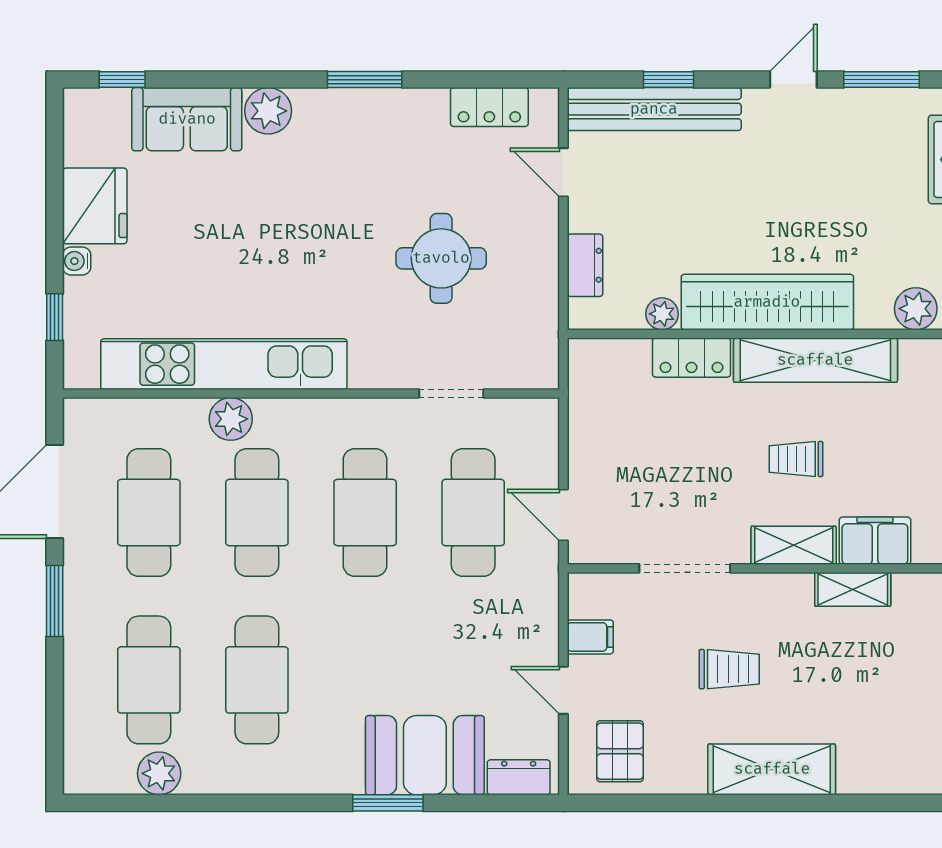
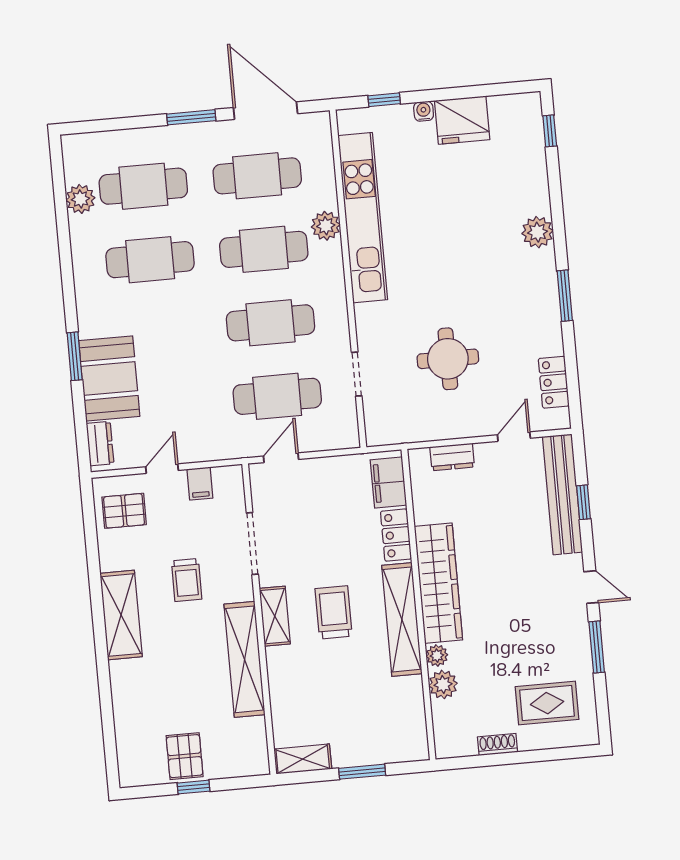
sofa: (187, 119) -> (527, 177), removed
plant: (662, 314) -> (437, 656), moved
trolley: (796, 459) -> (334, 612), width x1.36, depth x1.39
filing cabinet: (875, 541) -> (388, 483), moved, turned 180
shelving: (853, 589) -> (245, 659), width x2.20, depth x1.33

